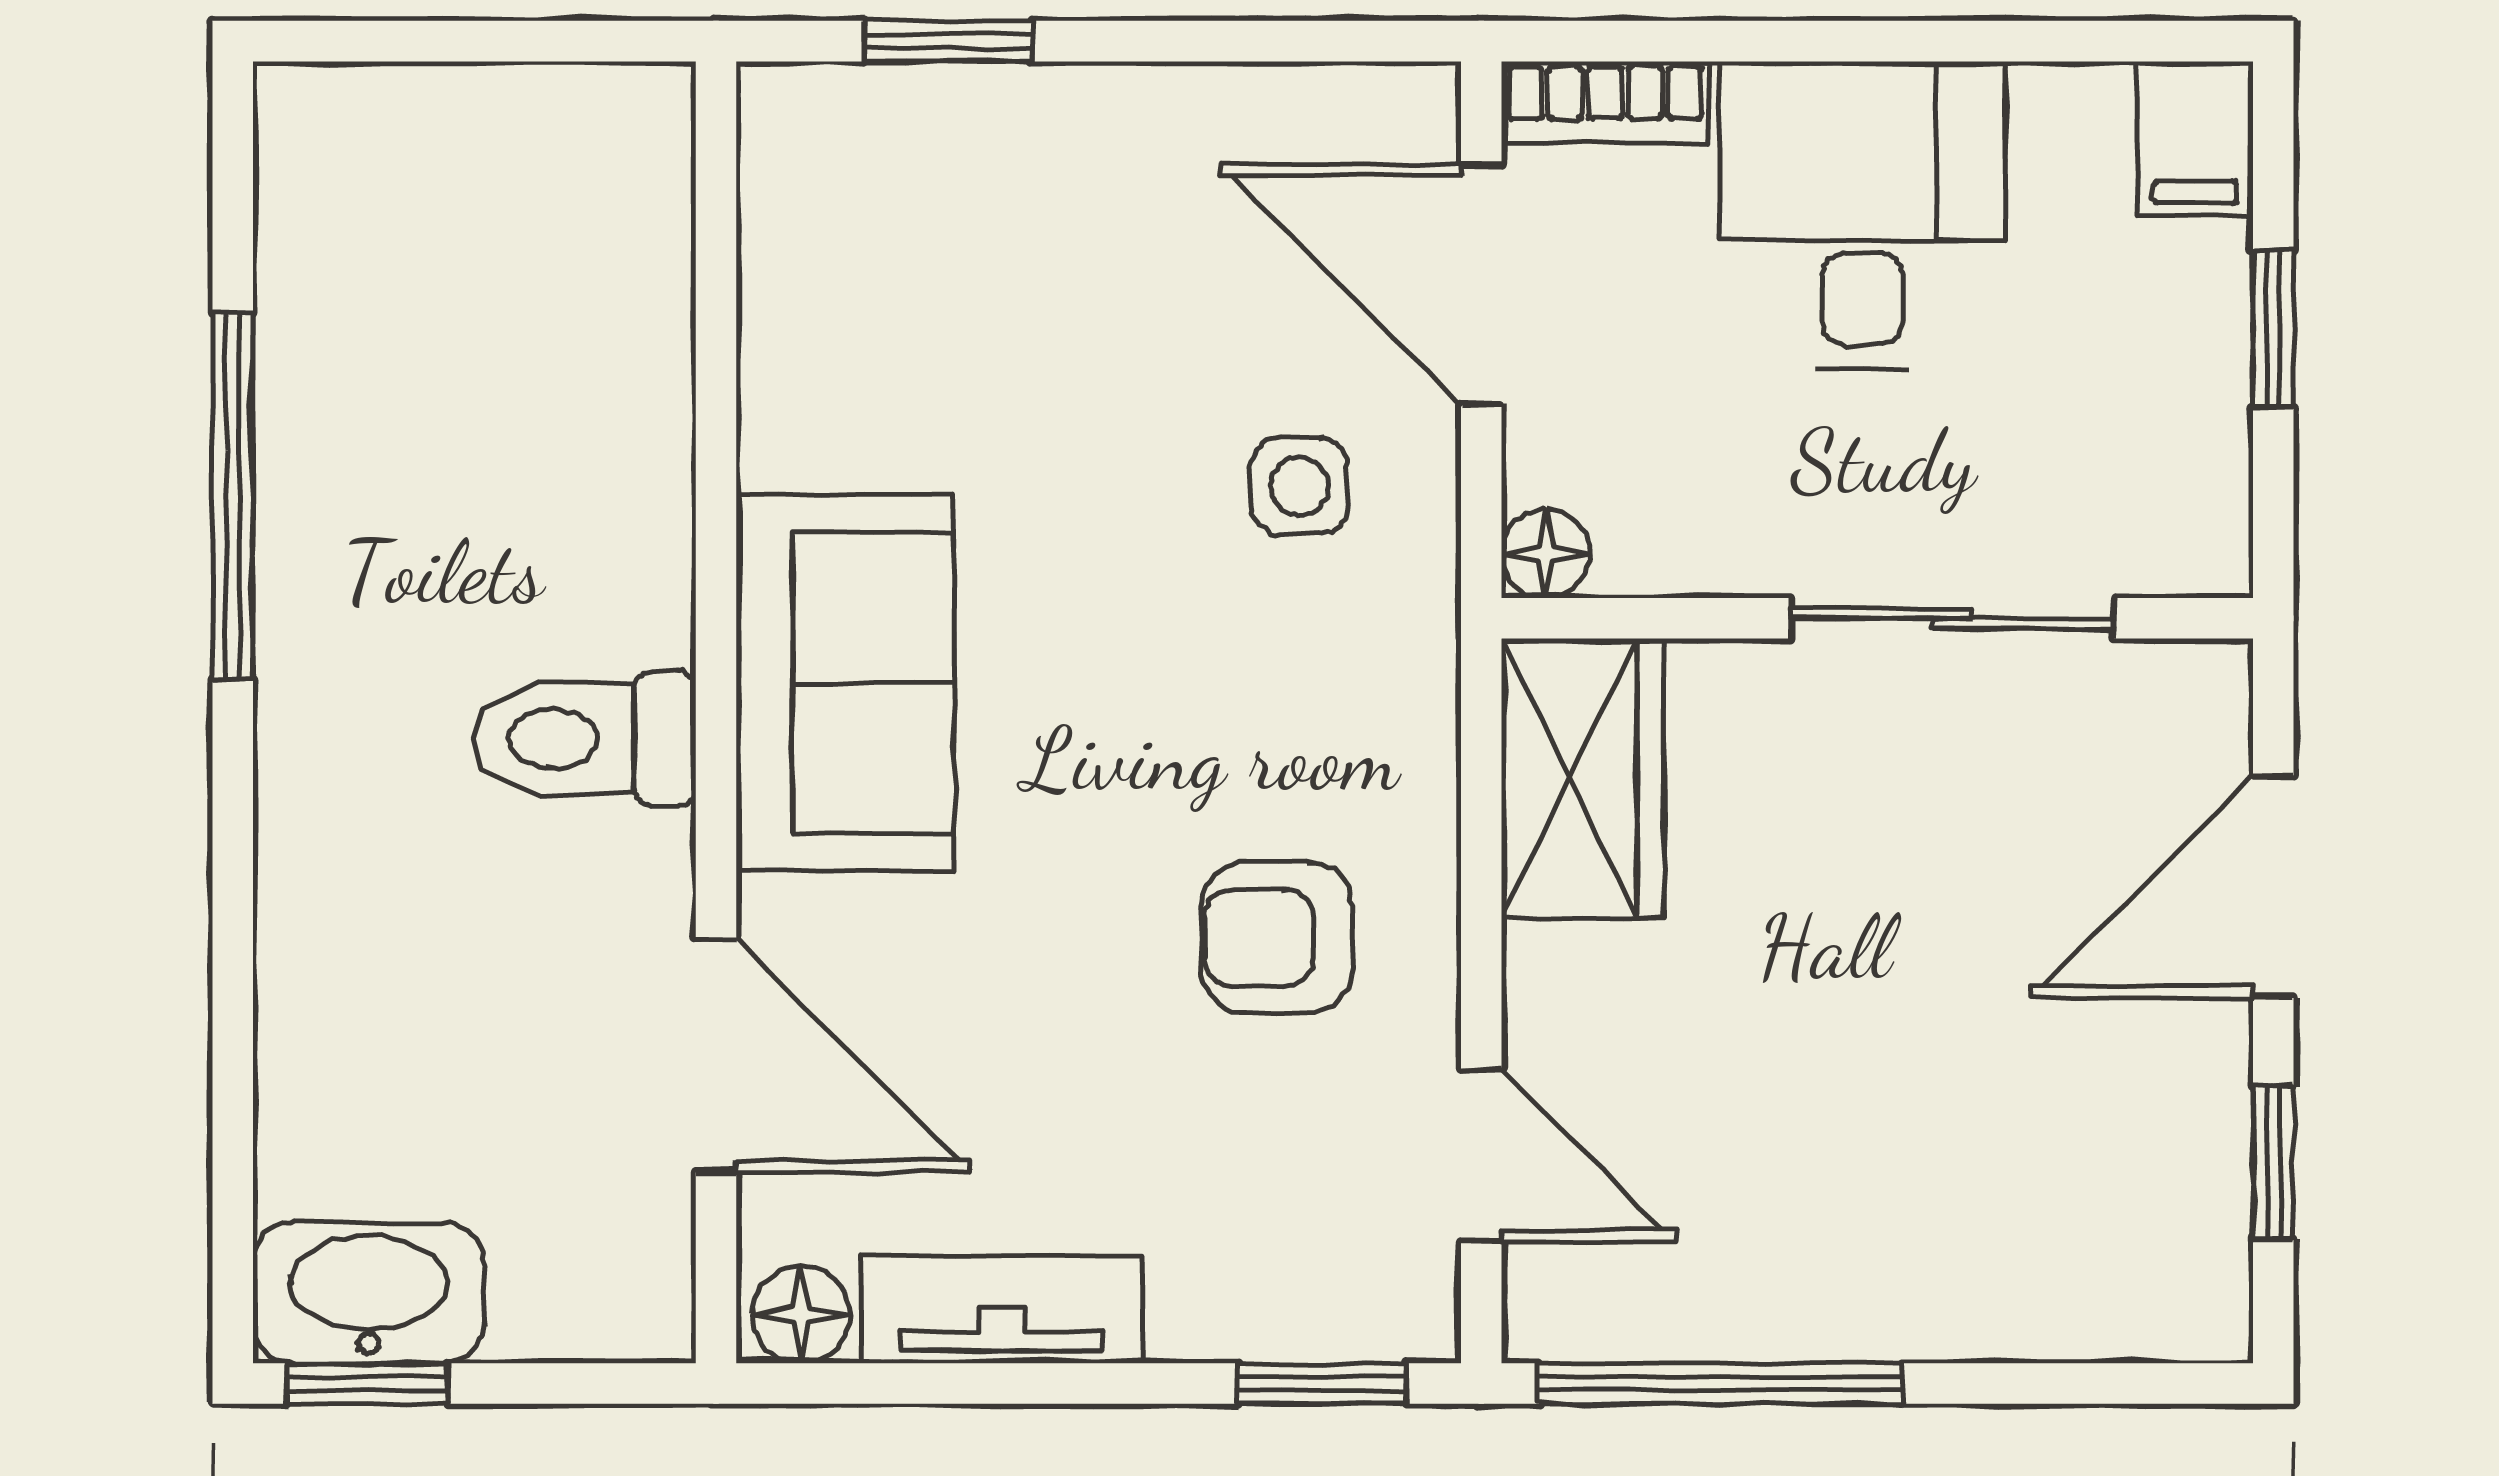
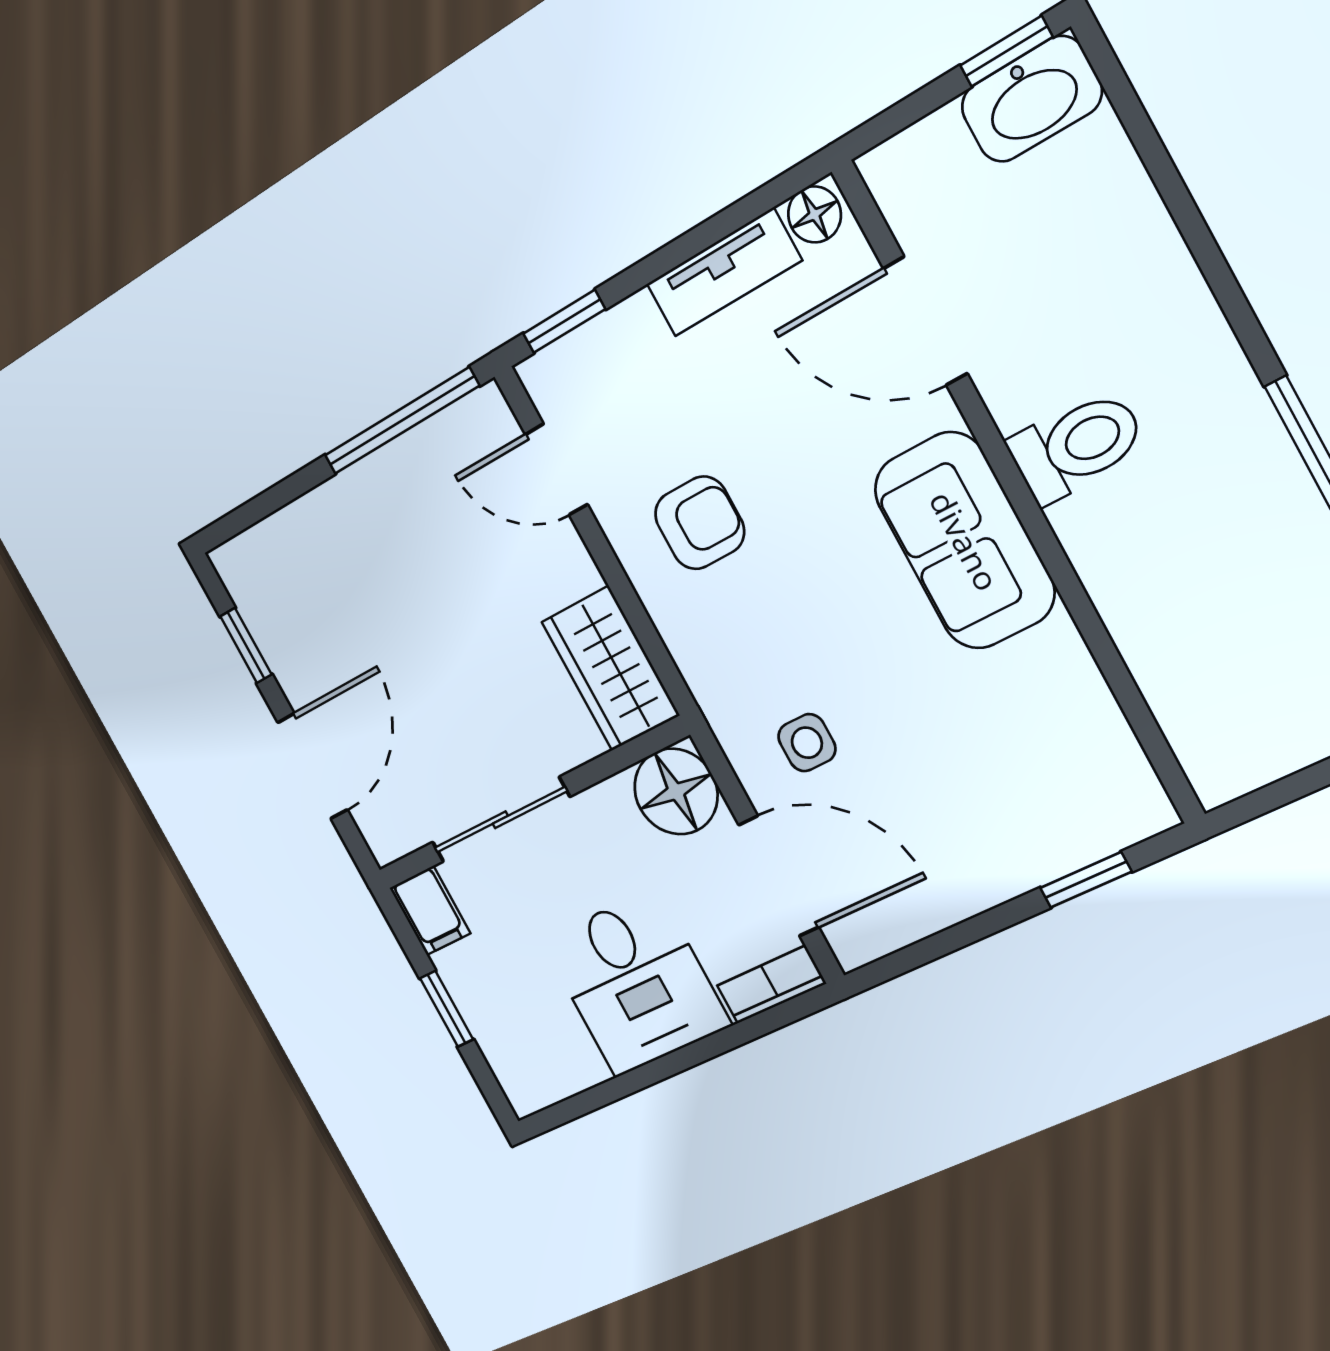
filing cabinet: (2195, 138) -> (430, 911), moved, turned 180
floor lamp: (1546, 554) -> (676, 791), width x1.89, depth x1.89

